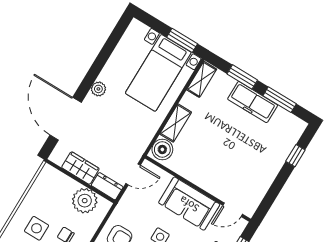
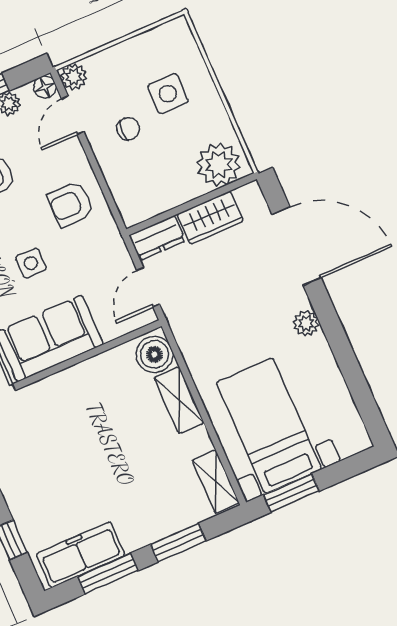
freezer: (253, 102) -> (81, 555), moved
plant: (85, 201) -> (219, 165), moved

